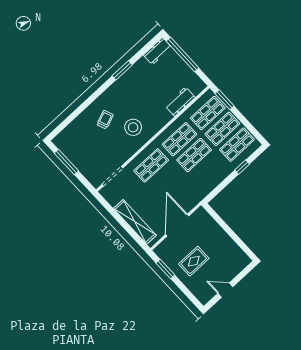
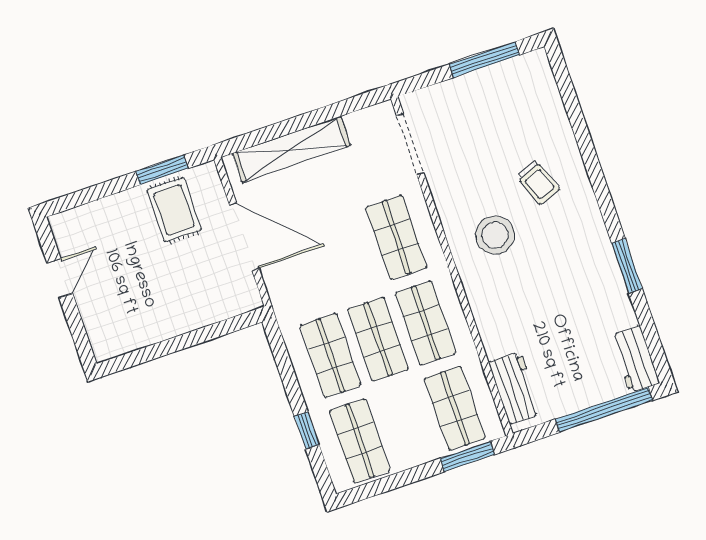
workbench: (180, 102) -> (515, 388), moved
shop shelf: (222, 129) -> (330, 355), moved
rug: (194, 261) -> (174, 210), moved

